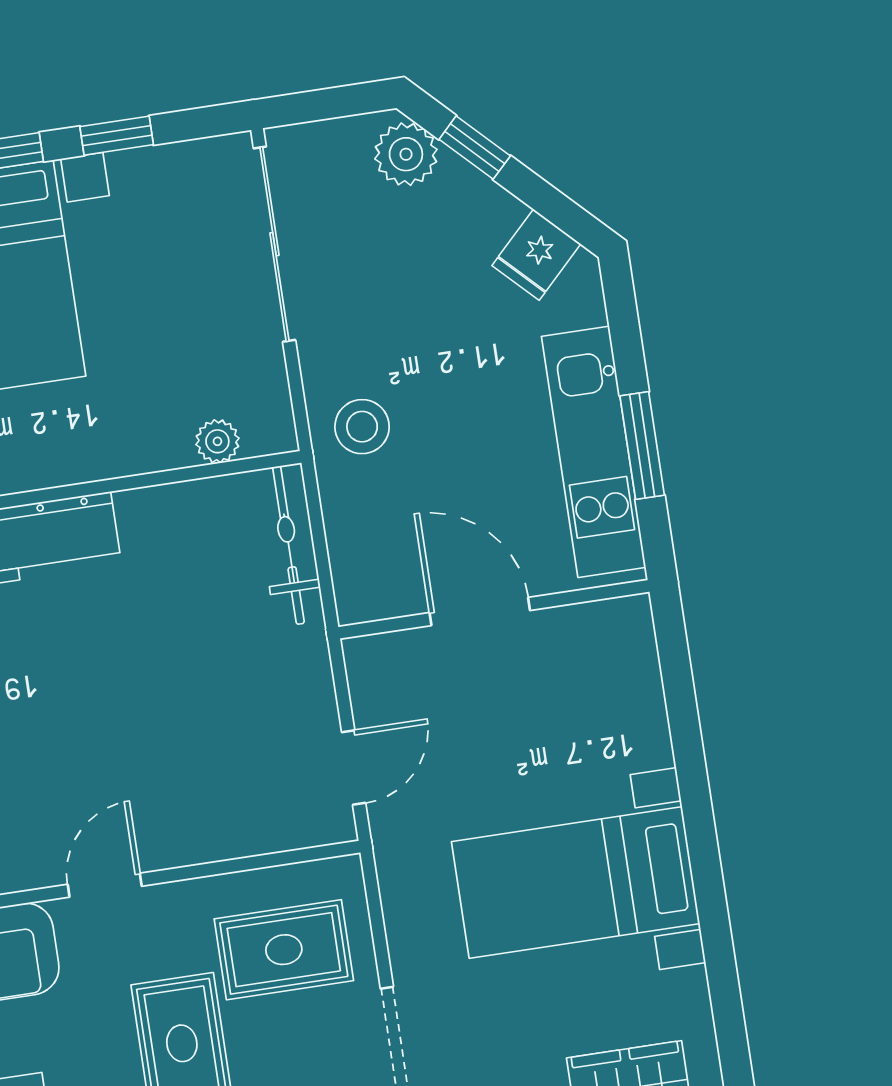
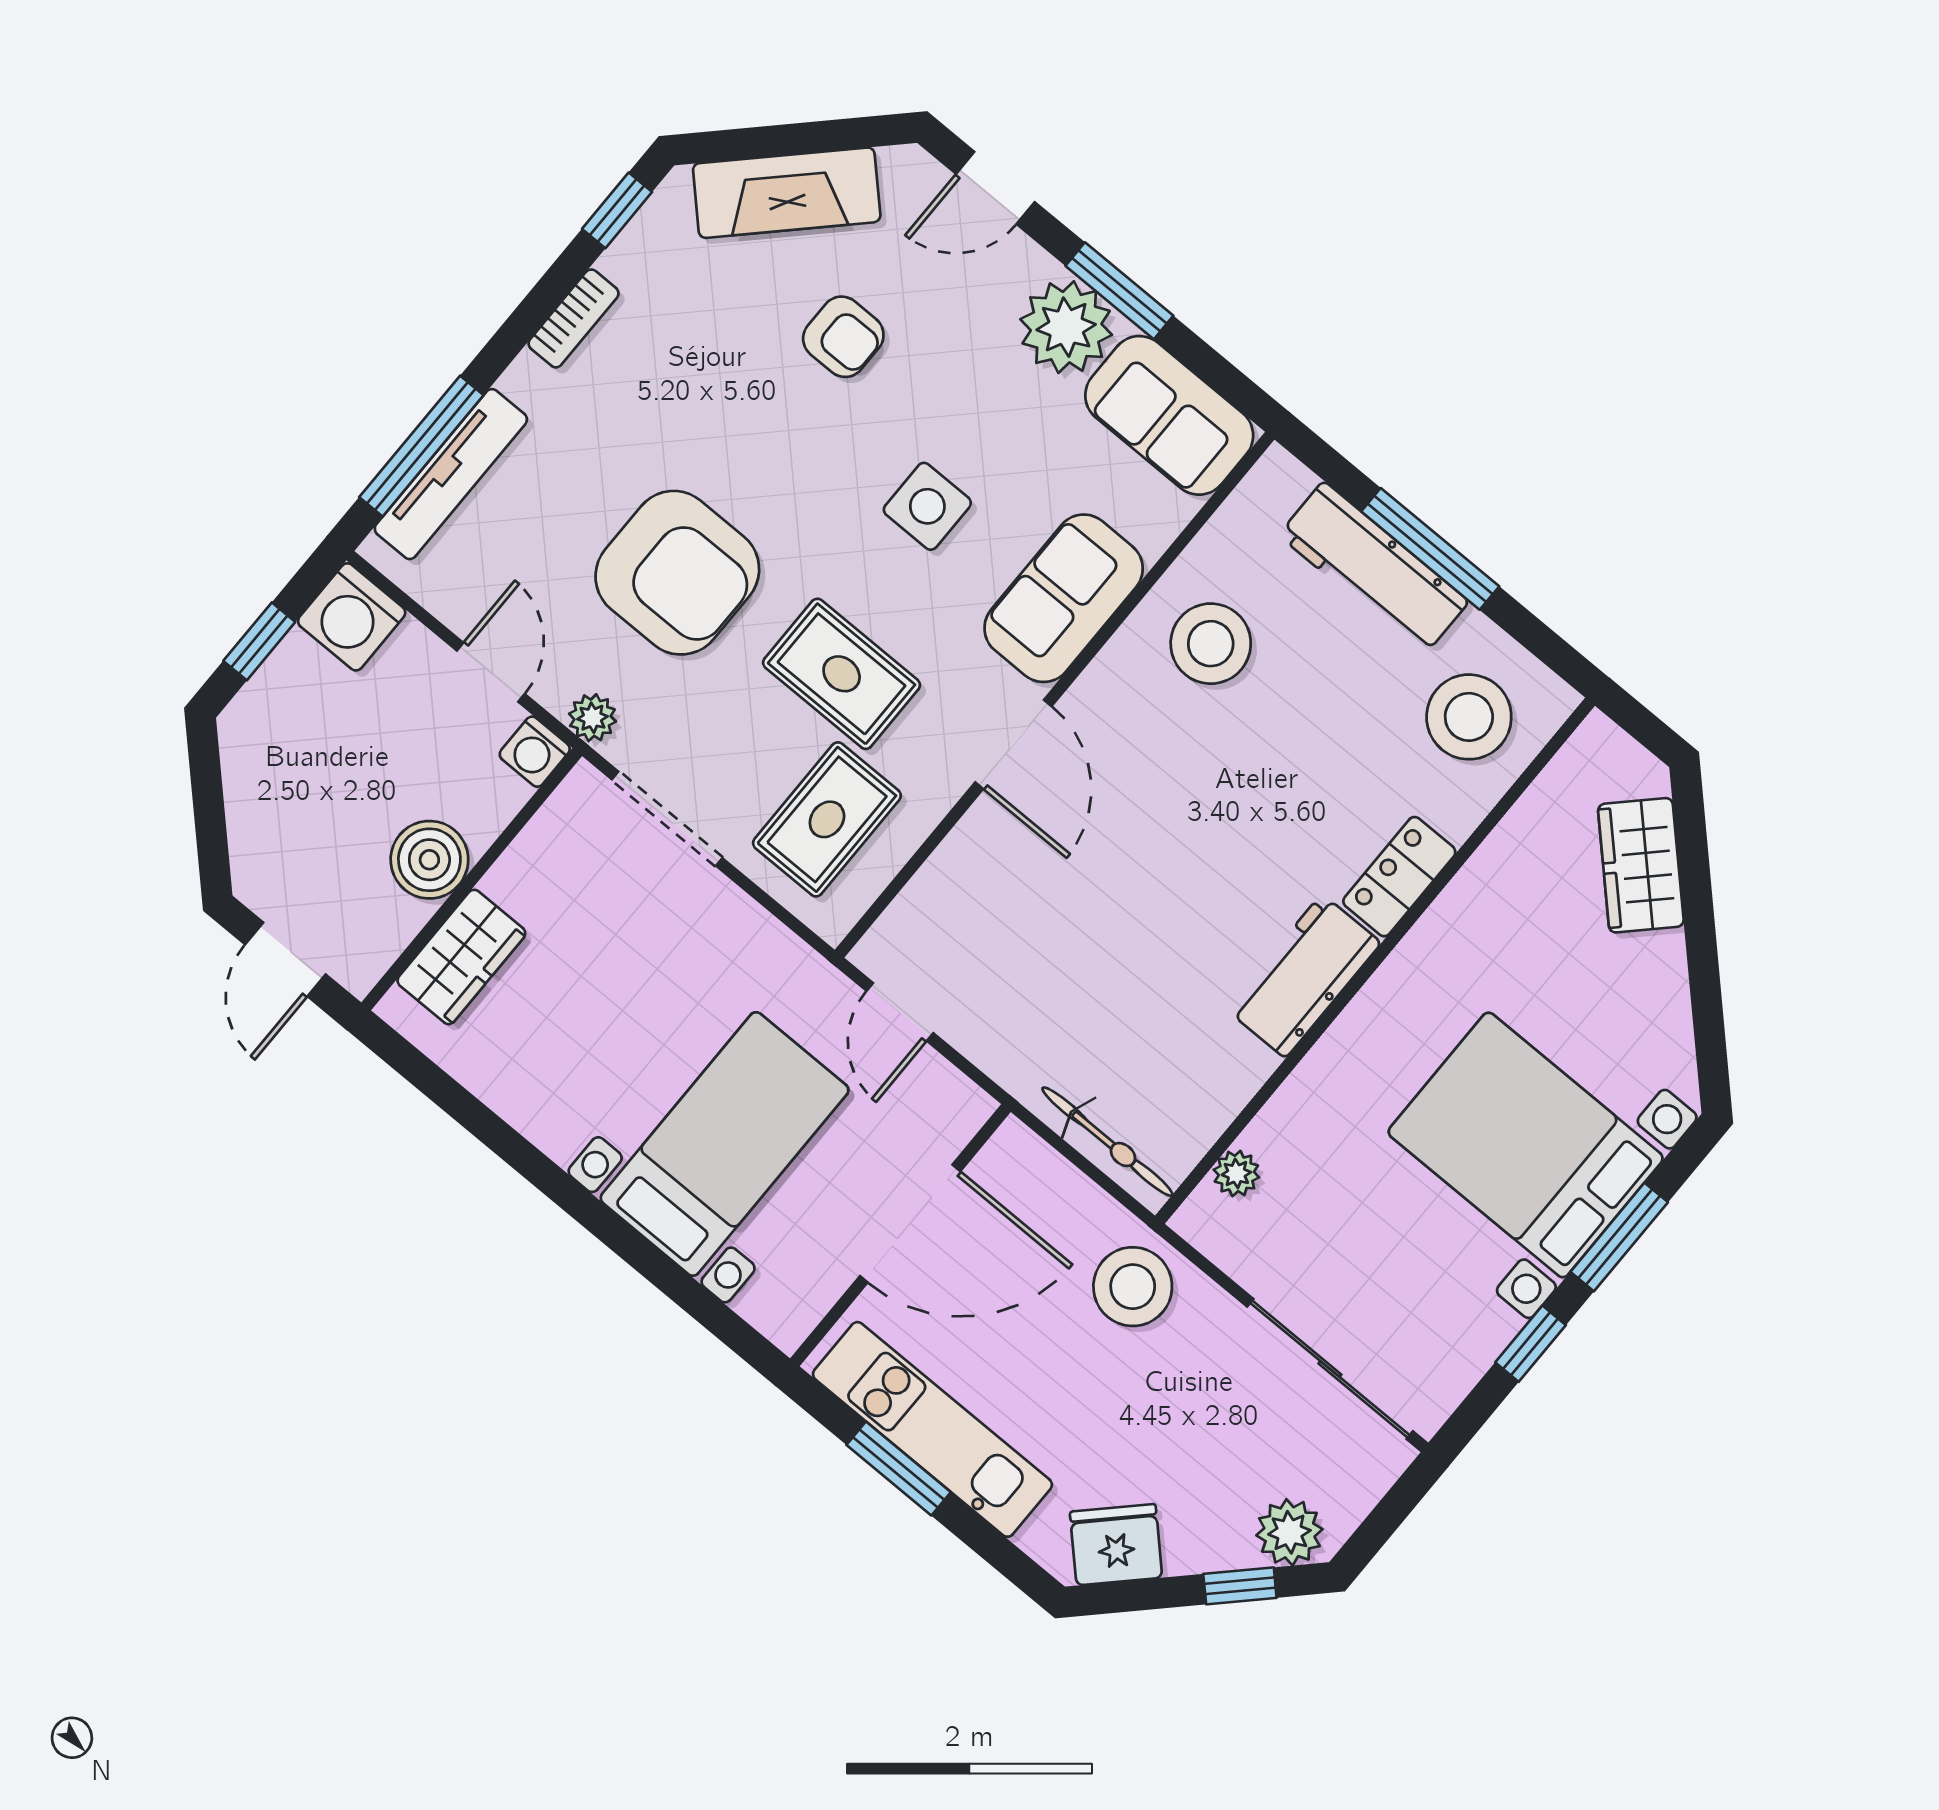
fridge: (536, 255) -> (1116, 1545), width x1.38
stool: (362, 427) -> (1133, 1287), width x1.38, depth x1.38
door: (480, 612) -> (910, 1224), width x1.36
bed with nightstands: (576, 883) -> (725, 1144), moved
door: (105, 885) -> (1013, 744), width x1.37

